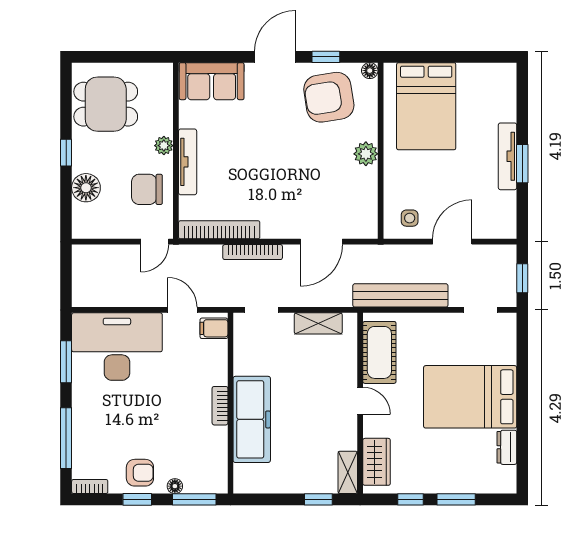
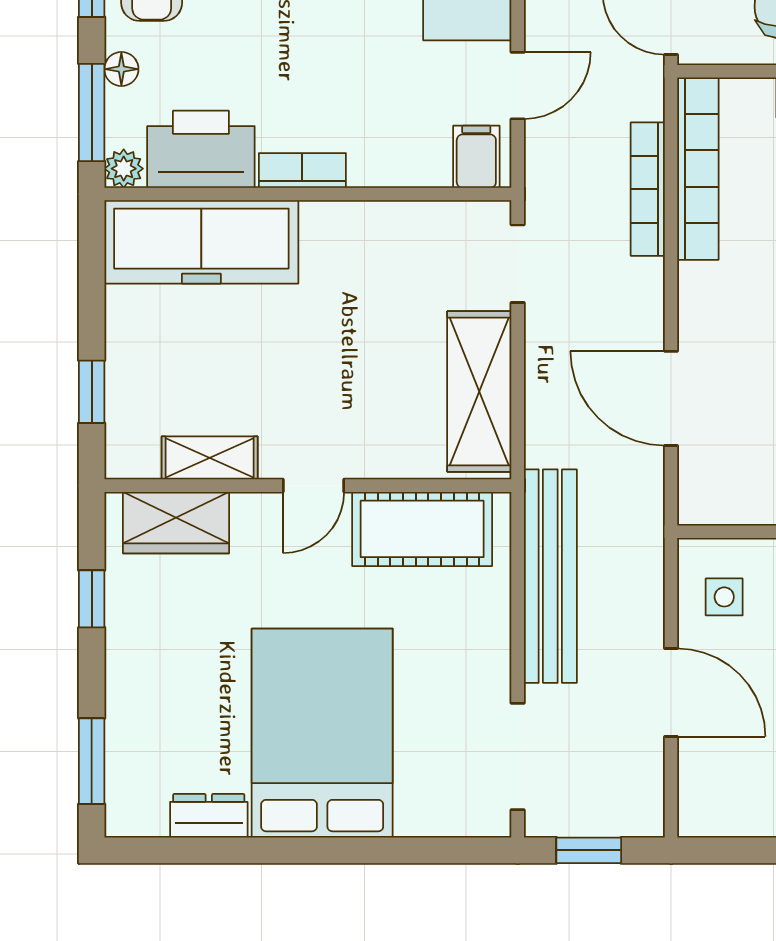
bookcase: (253, 252) -> (648, 189), moved
doorway: (481, 310) -> (518, 756), width x1.38
shelving: (318, 323) -> (479, 392), width x1.50, depth x1.33
freezer: (252, 419) -> (201, 242), moved
printer: (211, 451) -> (201, 149), added
shelving: (348, 472) -> (210, 458), moved
plant: (219, 485) -> (124, 169), added
window: (456, 499) -> (92, 761), moved

